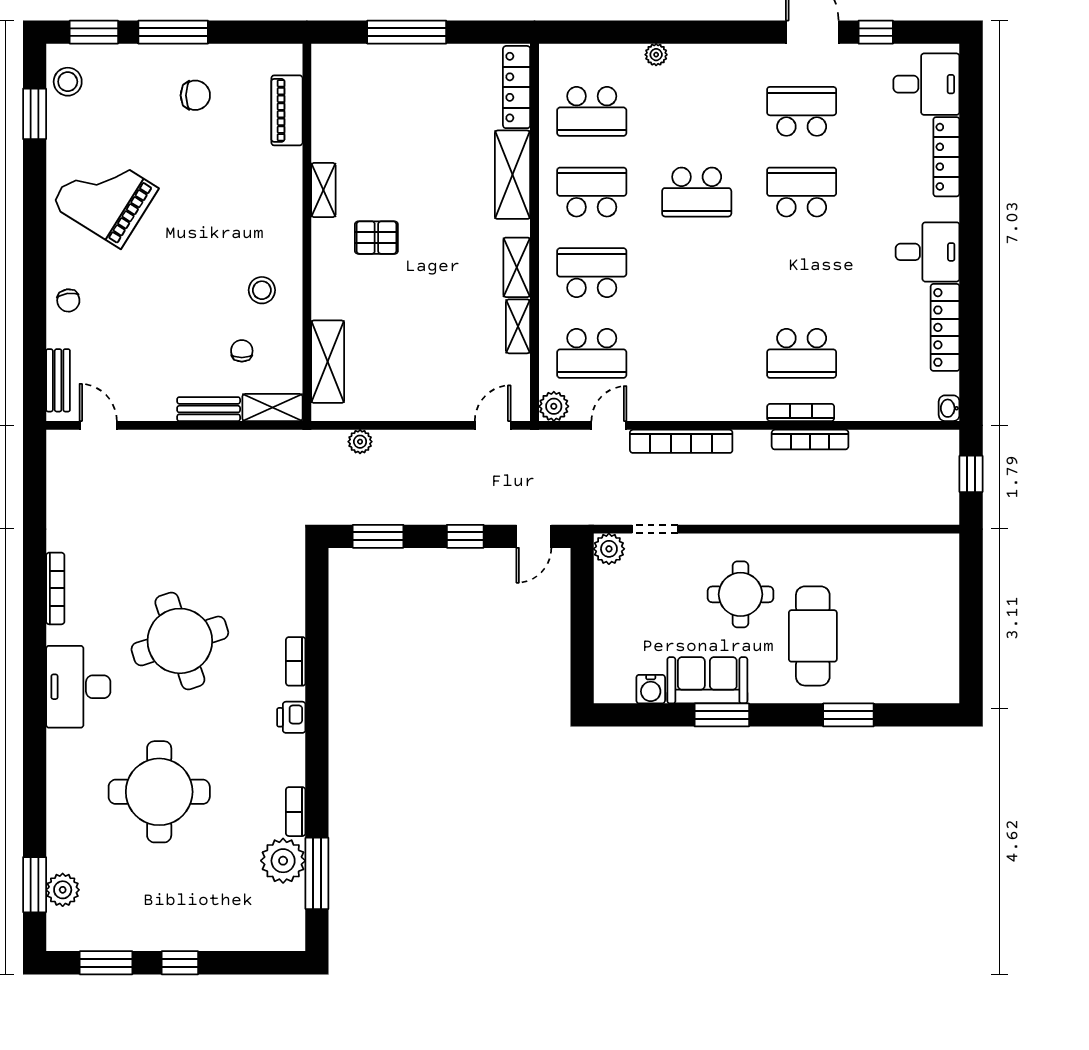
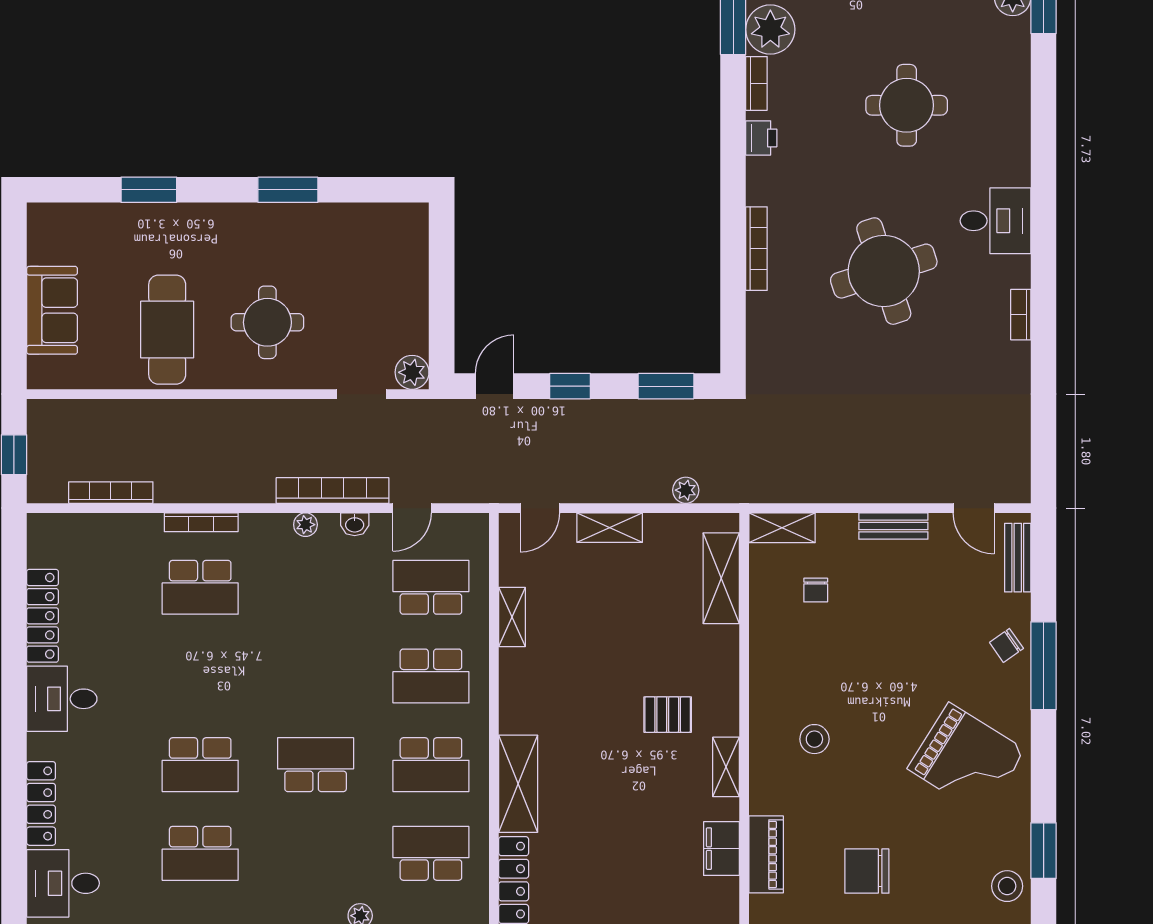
chair: (195, 95) -> (867, 871), width x1.37, depth x1.37
filing cabinet: (327, 116) -> (722, 849), added
shelving: (517, 267) -> (610, 528), moved, turned 90
window: (35, 282) -> (1044, 666), added
stool: (262, 290) -> (814, 739), moved
chair: (68, 300) -> (1006, 645), turned -117
school desk: (802, 353) -> (200, 587), turned 180
plant: (554, 406) -> (305, 525), moved, width x0.73, depth x0.73
washbasin: (949, 408) -> (355, 524), moved, turned 90
bench: (209, 409) -> (893, 526), moved
bookcase: (810, 440) -> (111, 493), moved
bookcase: (55, 588) -> (1021, 315), width x0.64
cafe table: (813, 636) -> (167, 330), moved
bookcase: (296, 661) -> (756, 249), width x1.56
sofa: (707, 680) -> (52, 310), moved, turned -90
desk: (78, 687) -> (996, 221), width x0.73
water cooler: (651, 689) -> (366, 218), removed
printer: (291, 717) -> (761, 138), moved
round table: (159, 792) -> (907, 105), width x0.73, depth x0.73

